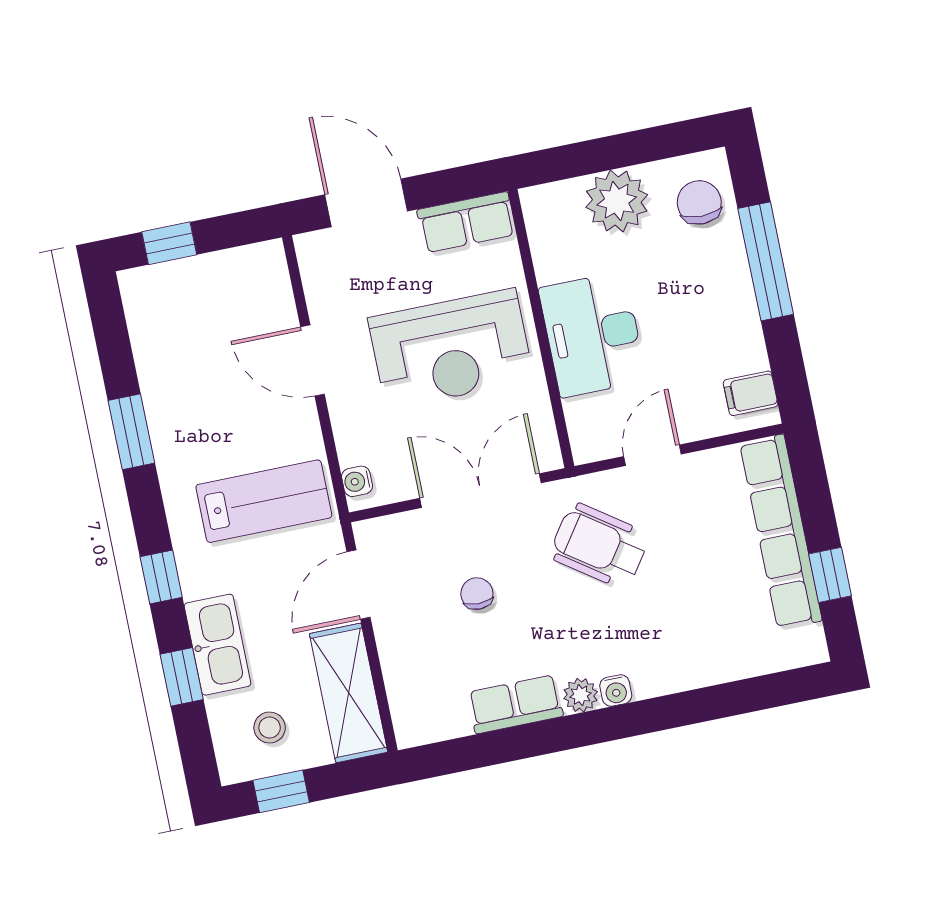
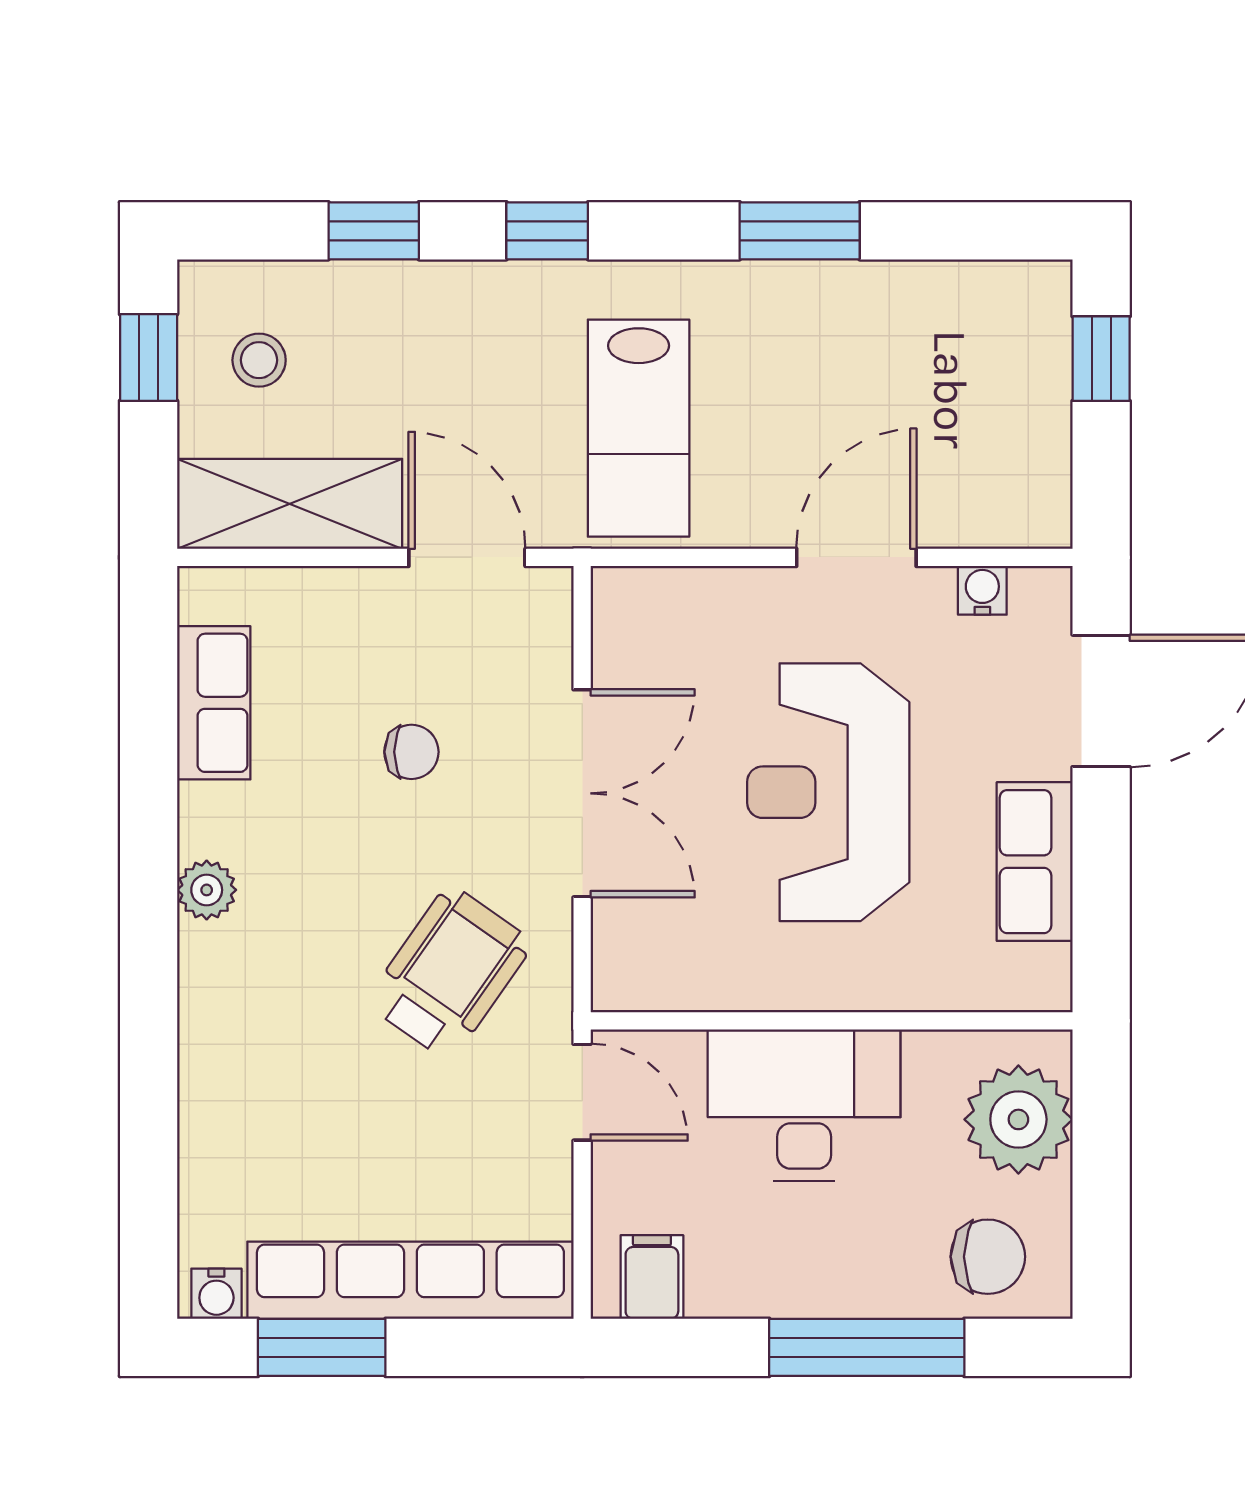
wall: (541, 329) -> (832, 1021), moved
desk: (593, 334) -> (804, 1105), moved
water cooler: (357, 481) -> (982, 590), moved
window: (830, 575) -> (322, 1347), width x1.50
kitchen sink: (218, 645) -> (415, 302), removed
water cooler: (616, 690) -> (216, 1294), moved, turned -90
row of seats: (515, 704) -> (214, 703), moved

